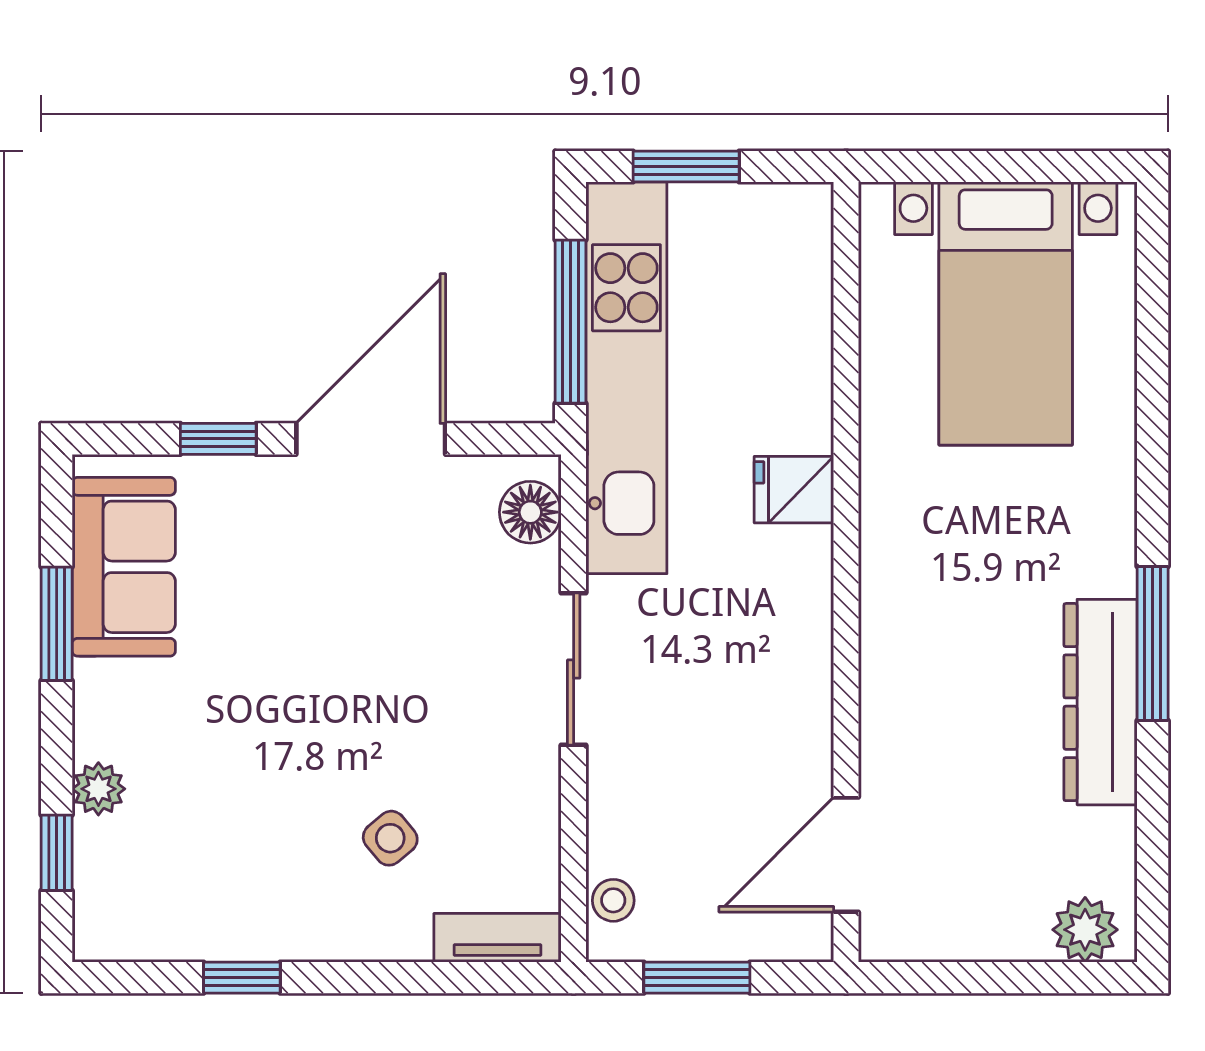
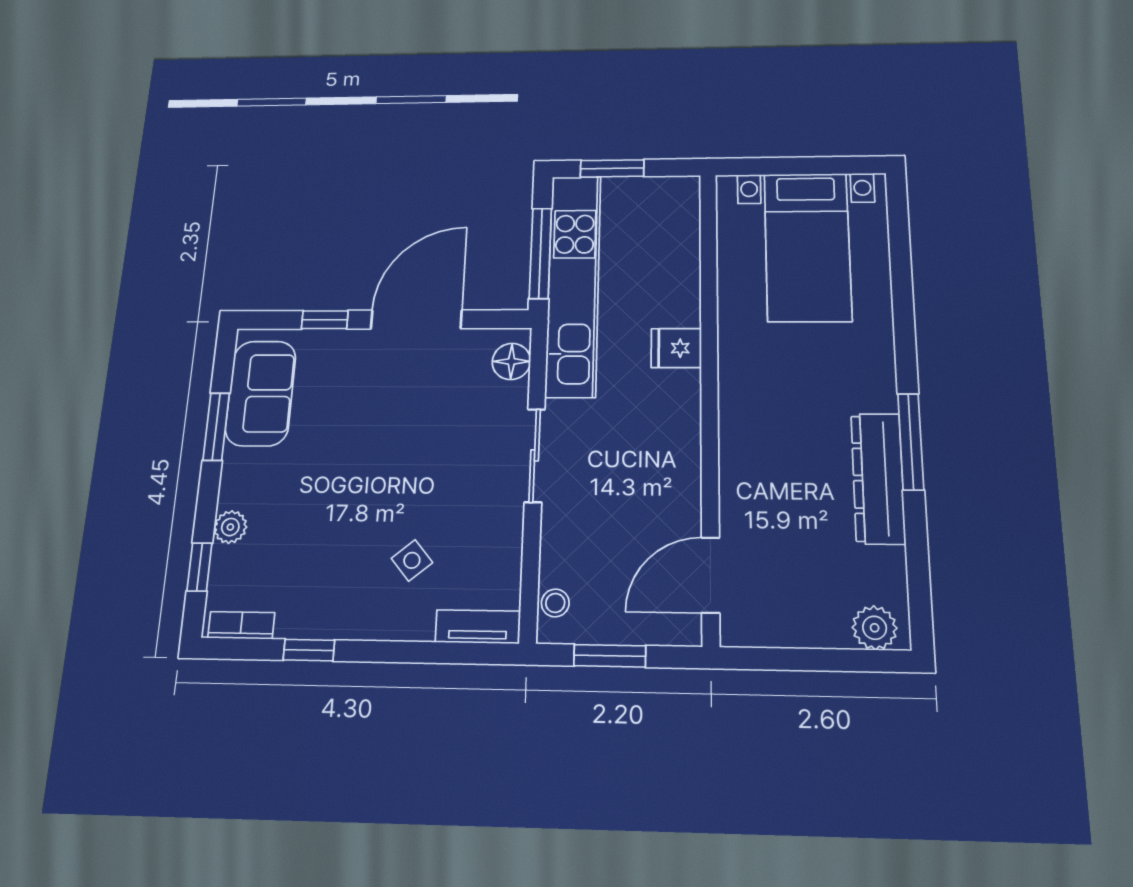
bookcase: (133, 942) -> (241, 625), added

